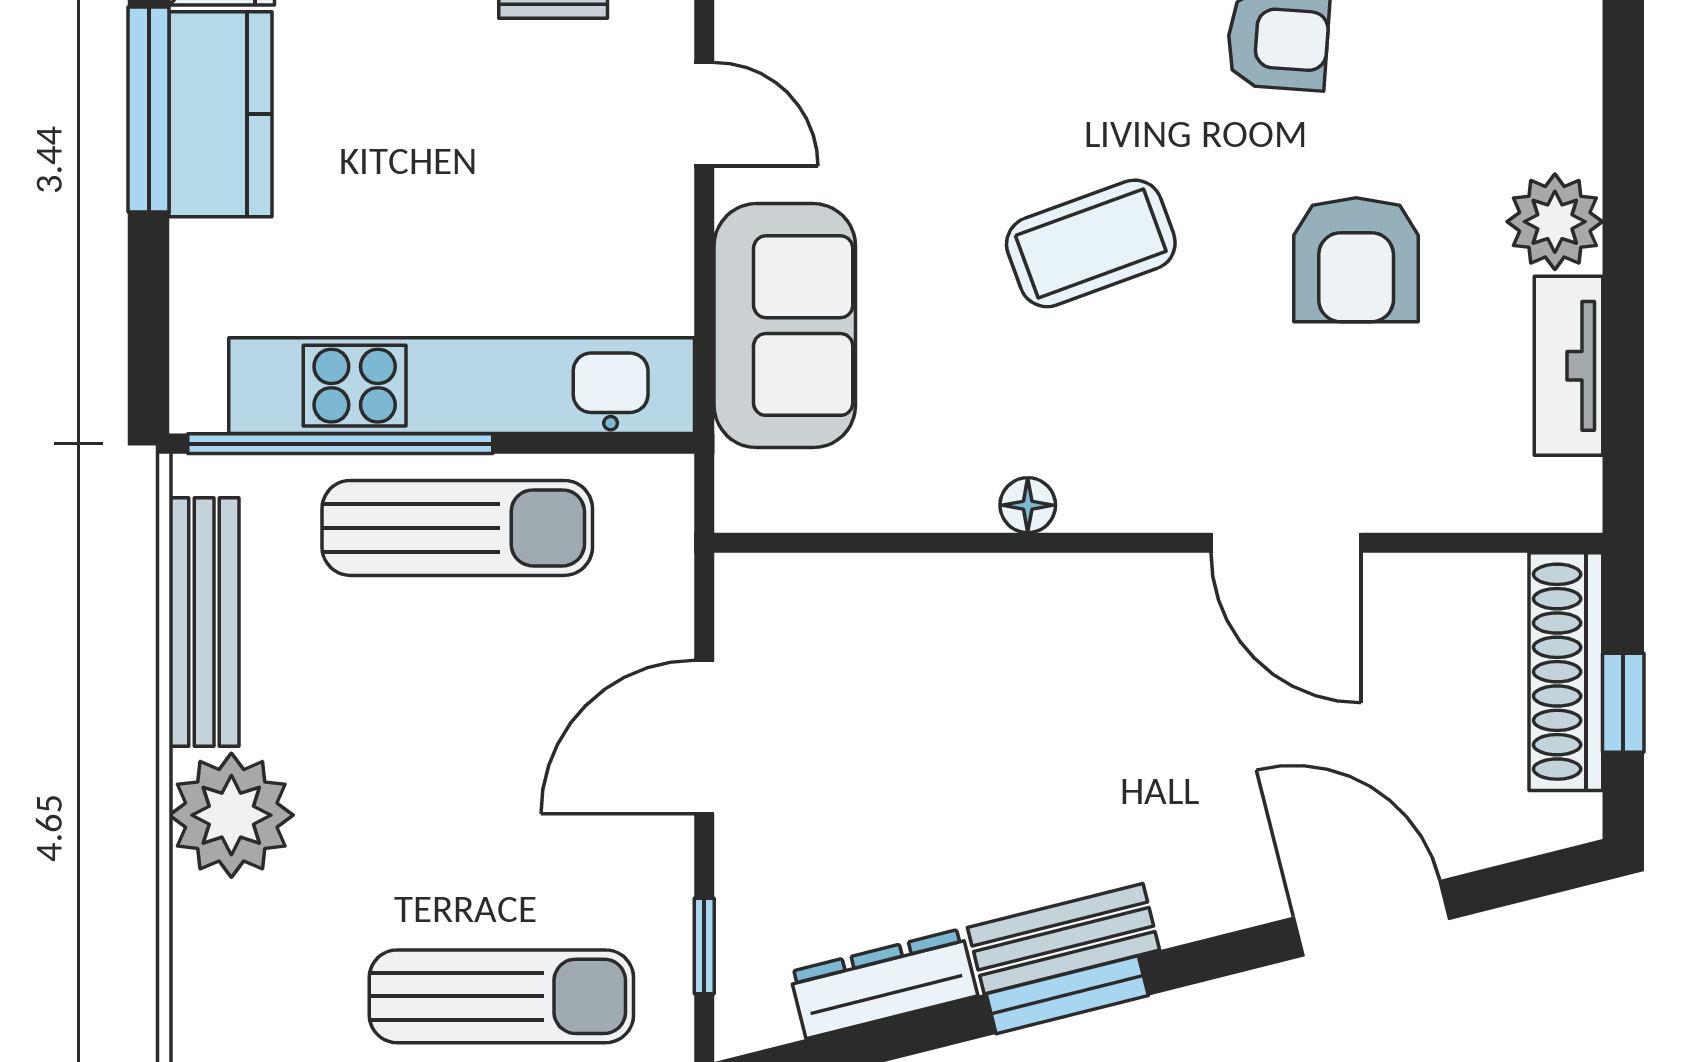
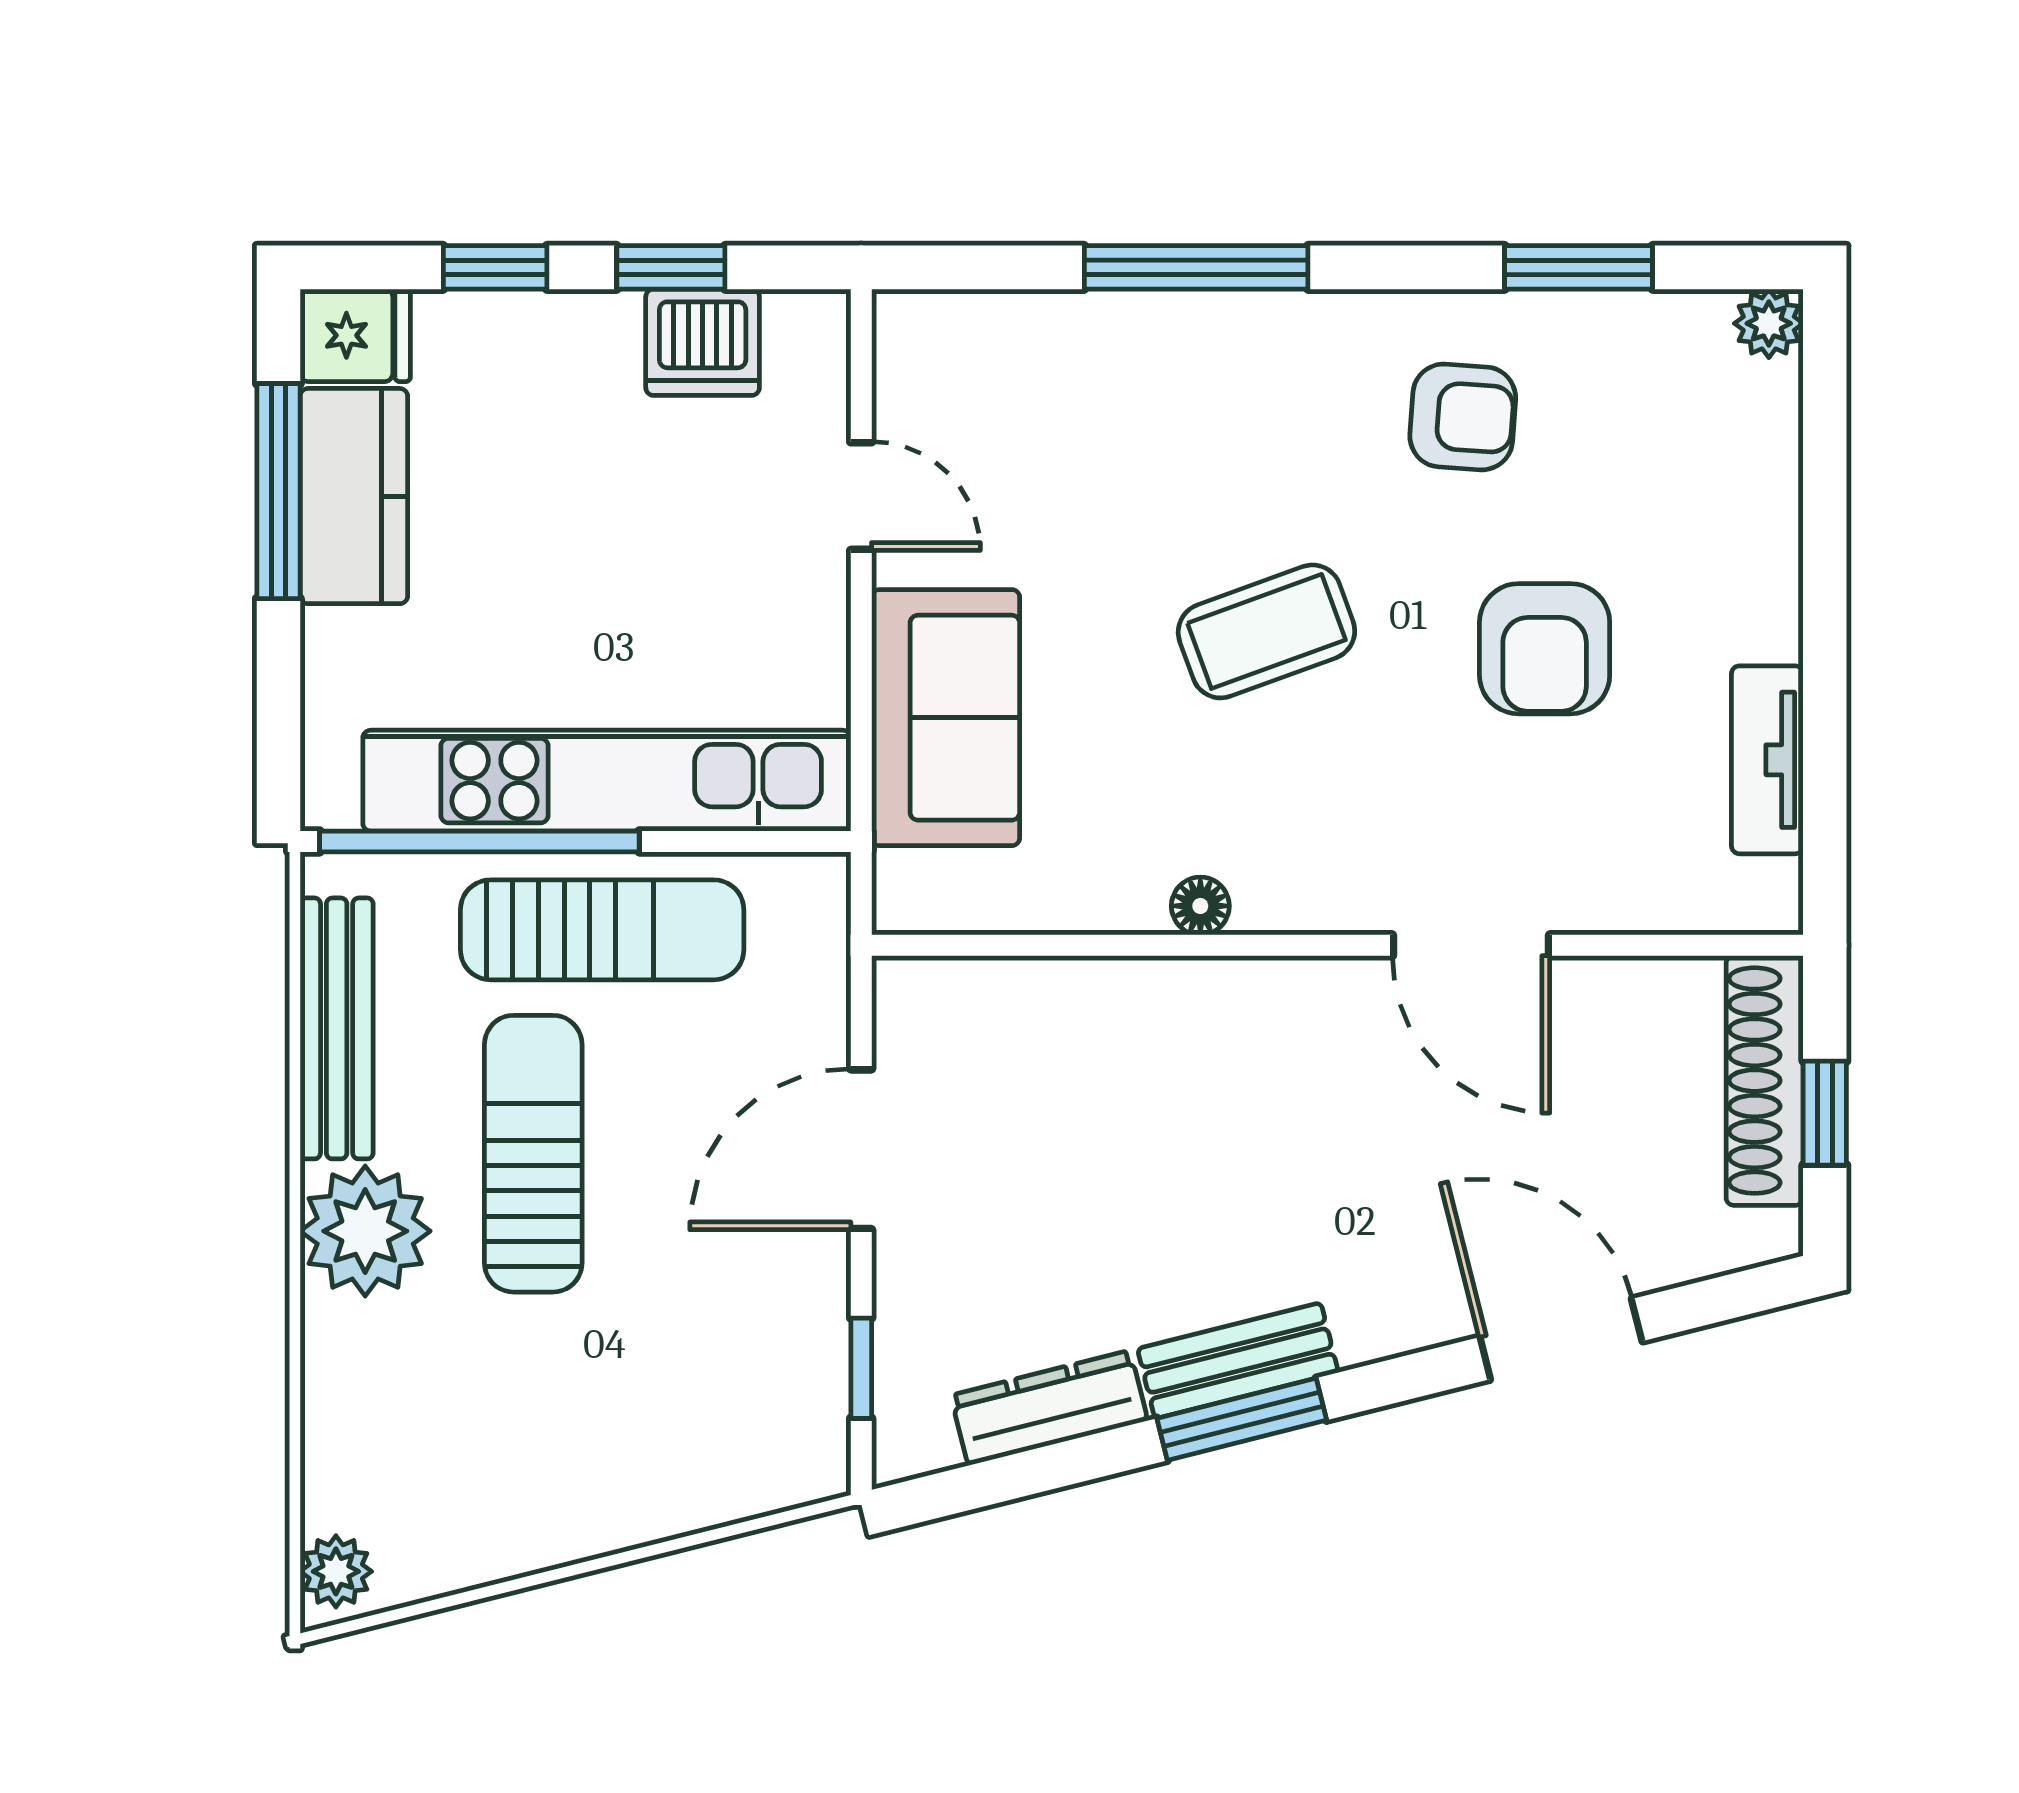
plant: (1555, 222) -> (1753, 609), removed
sun lounger: (501, 996) -> (533, 1154), moved, turned -90

